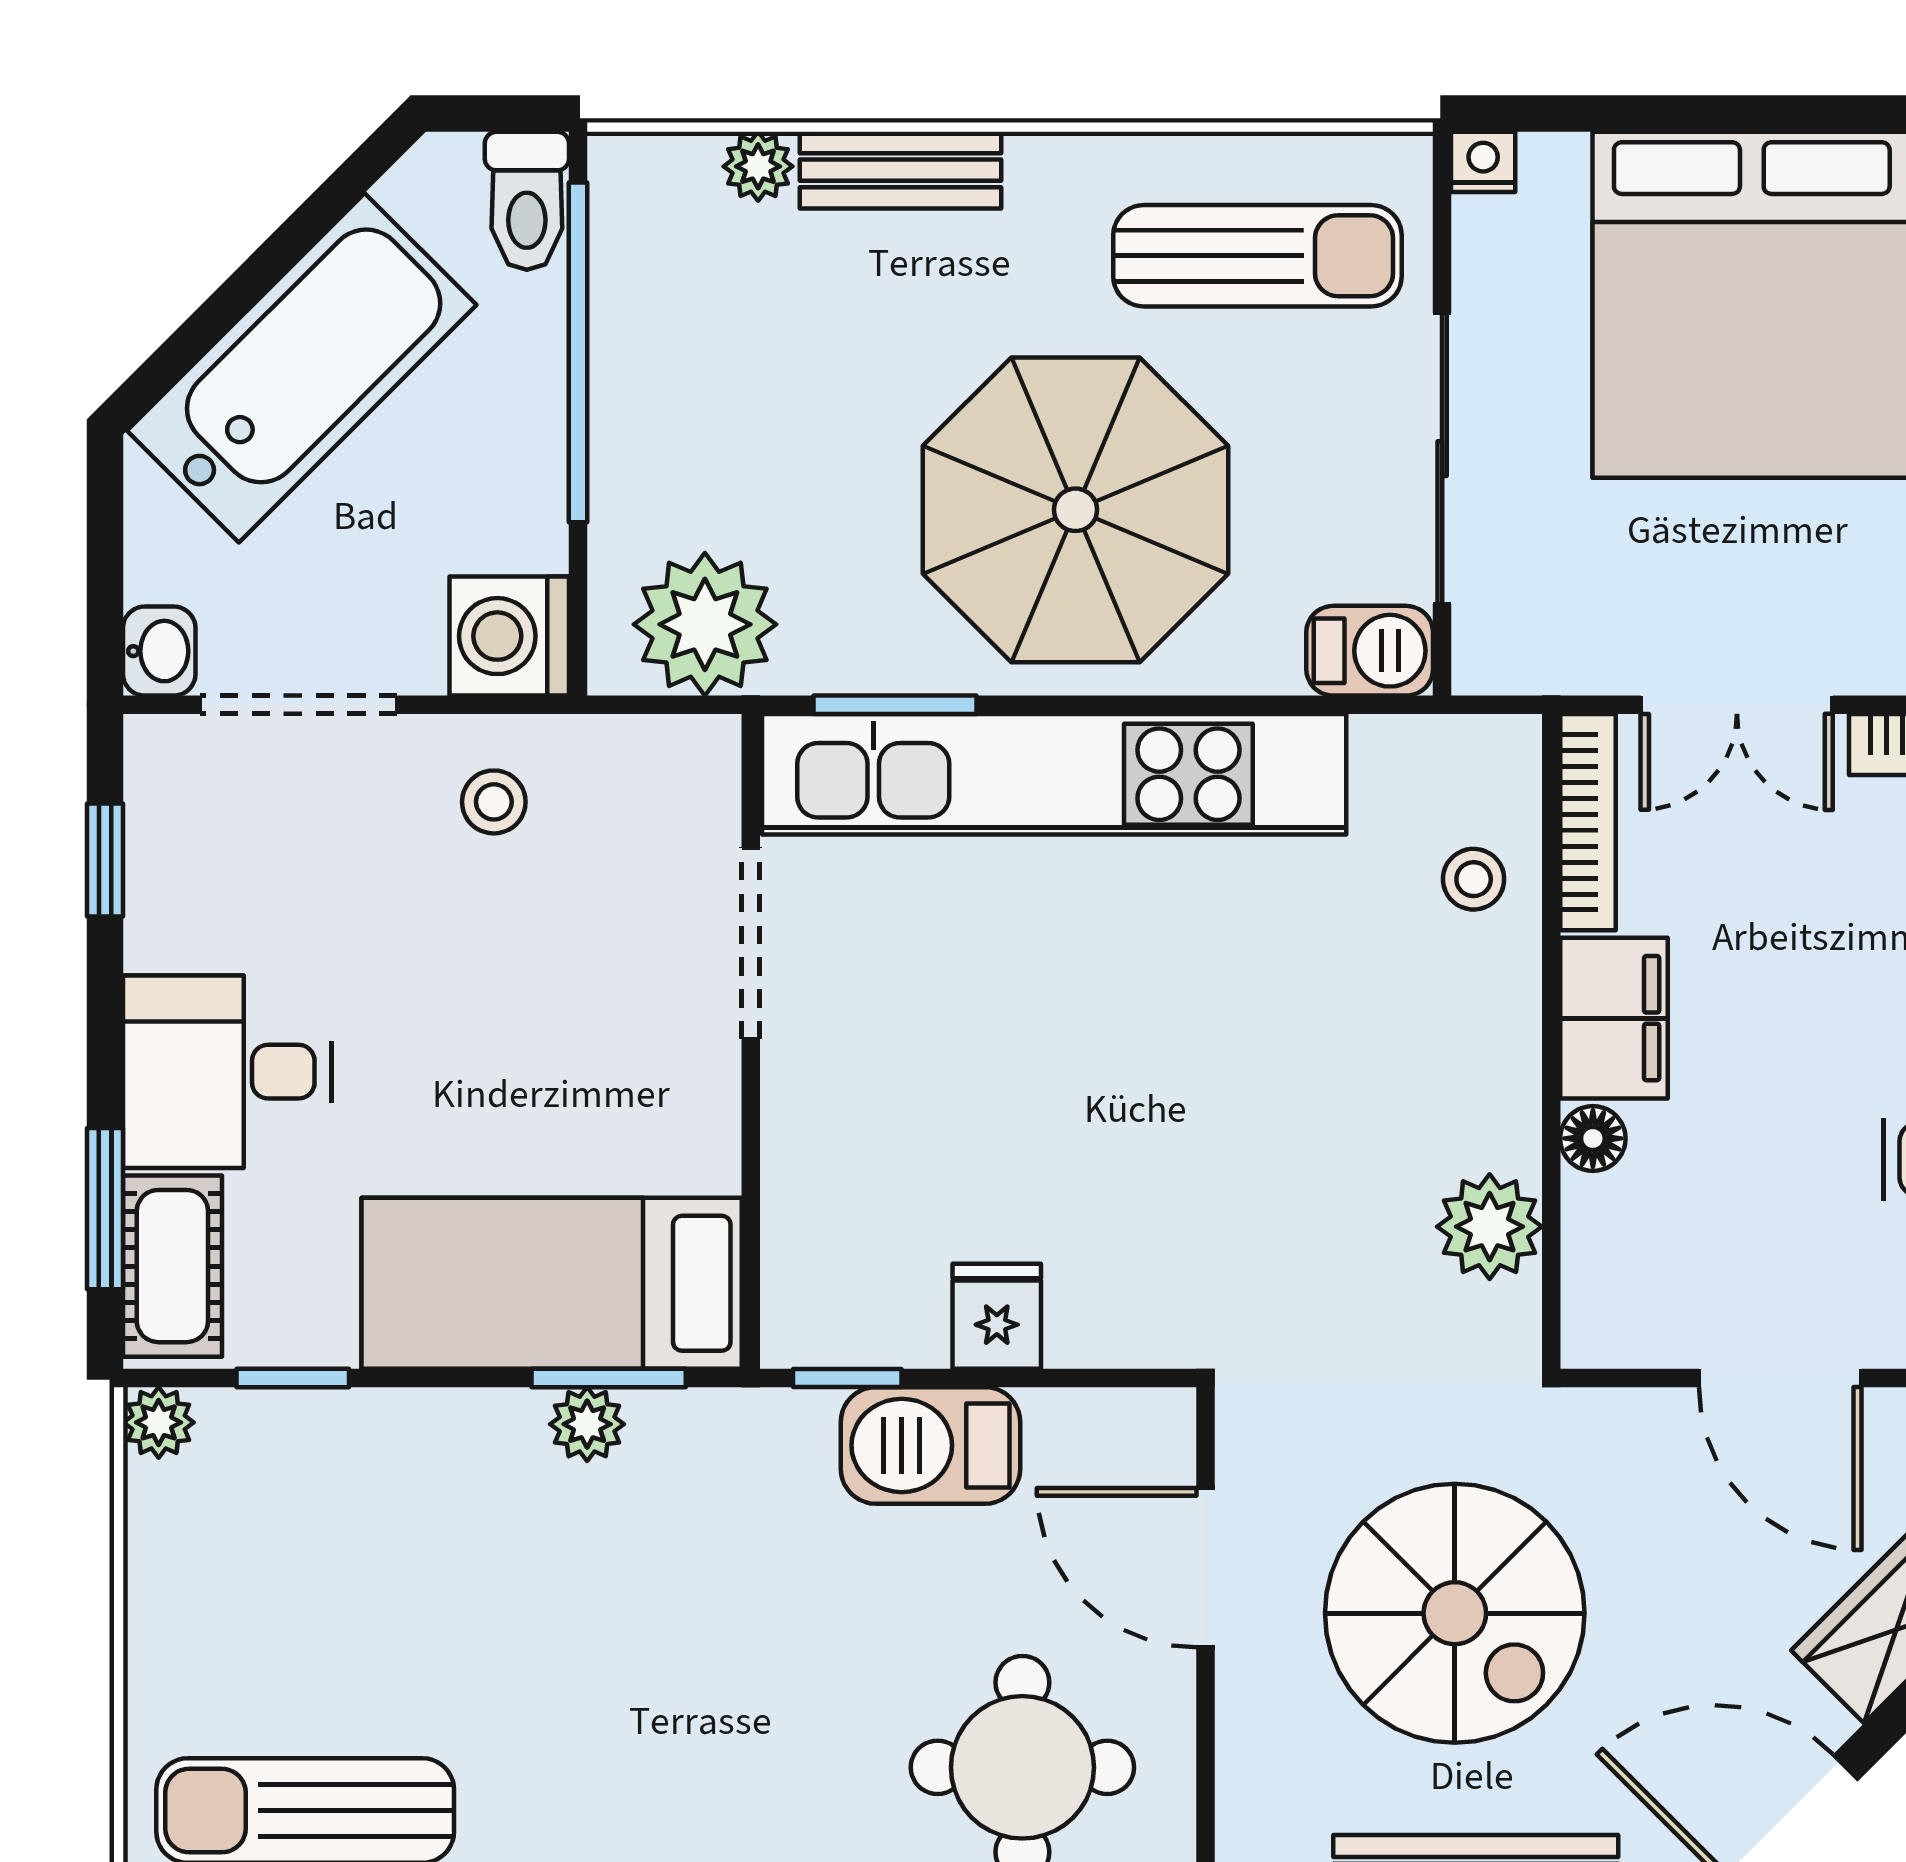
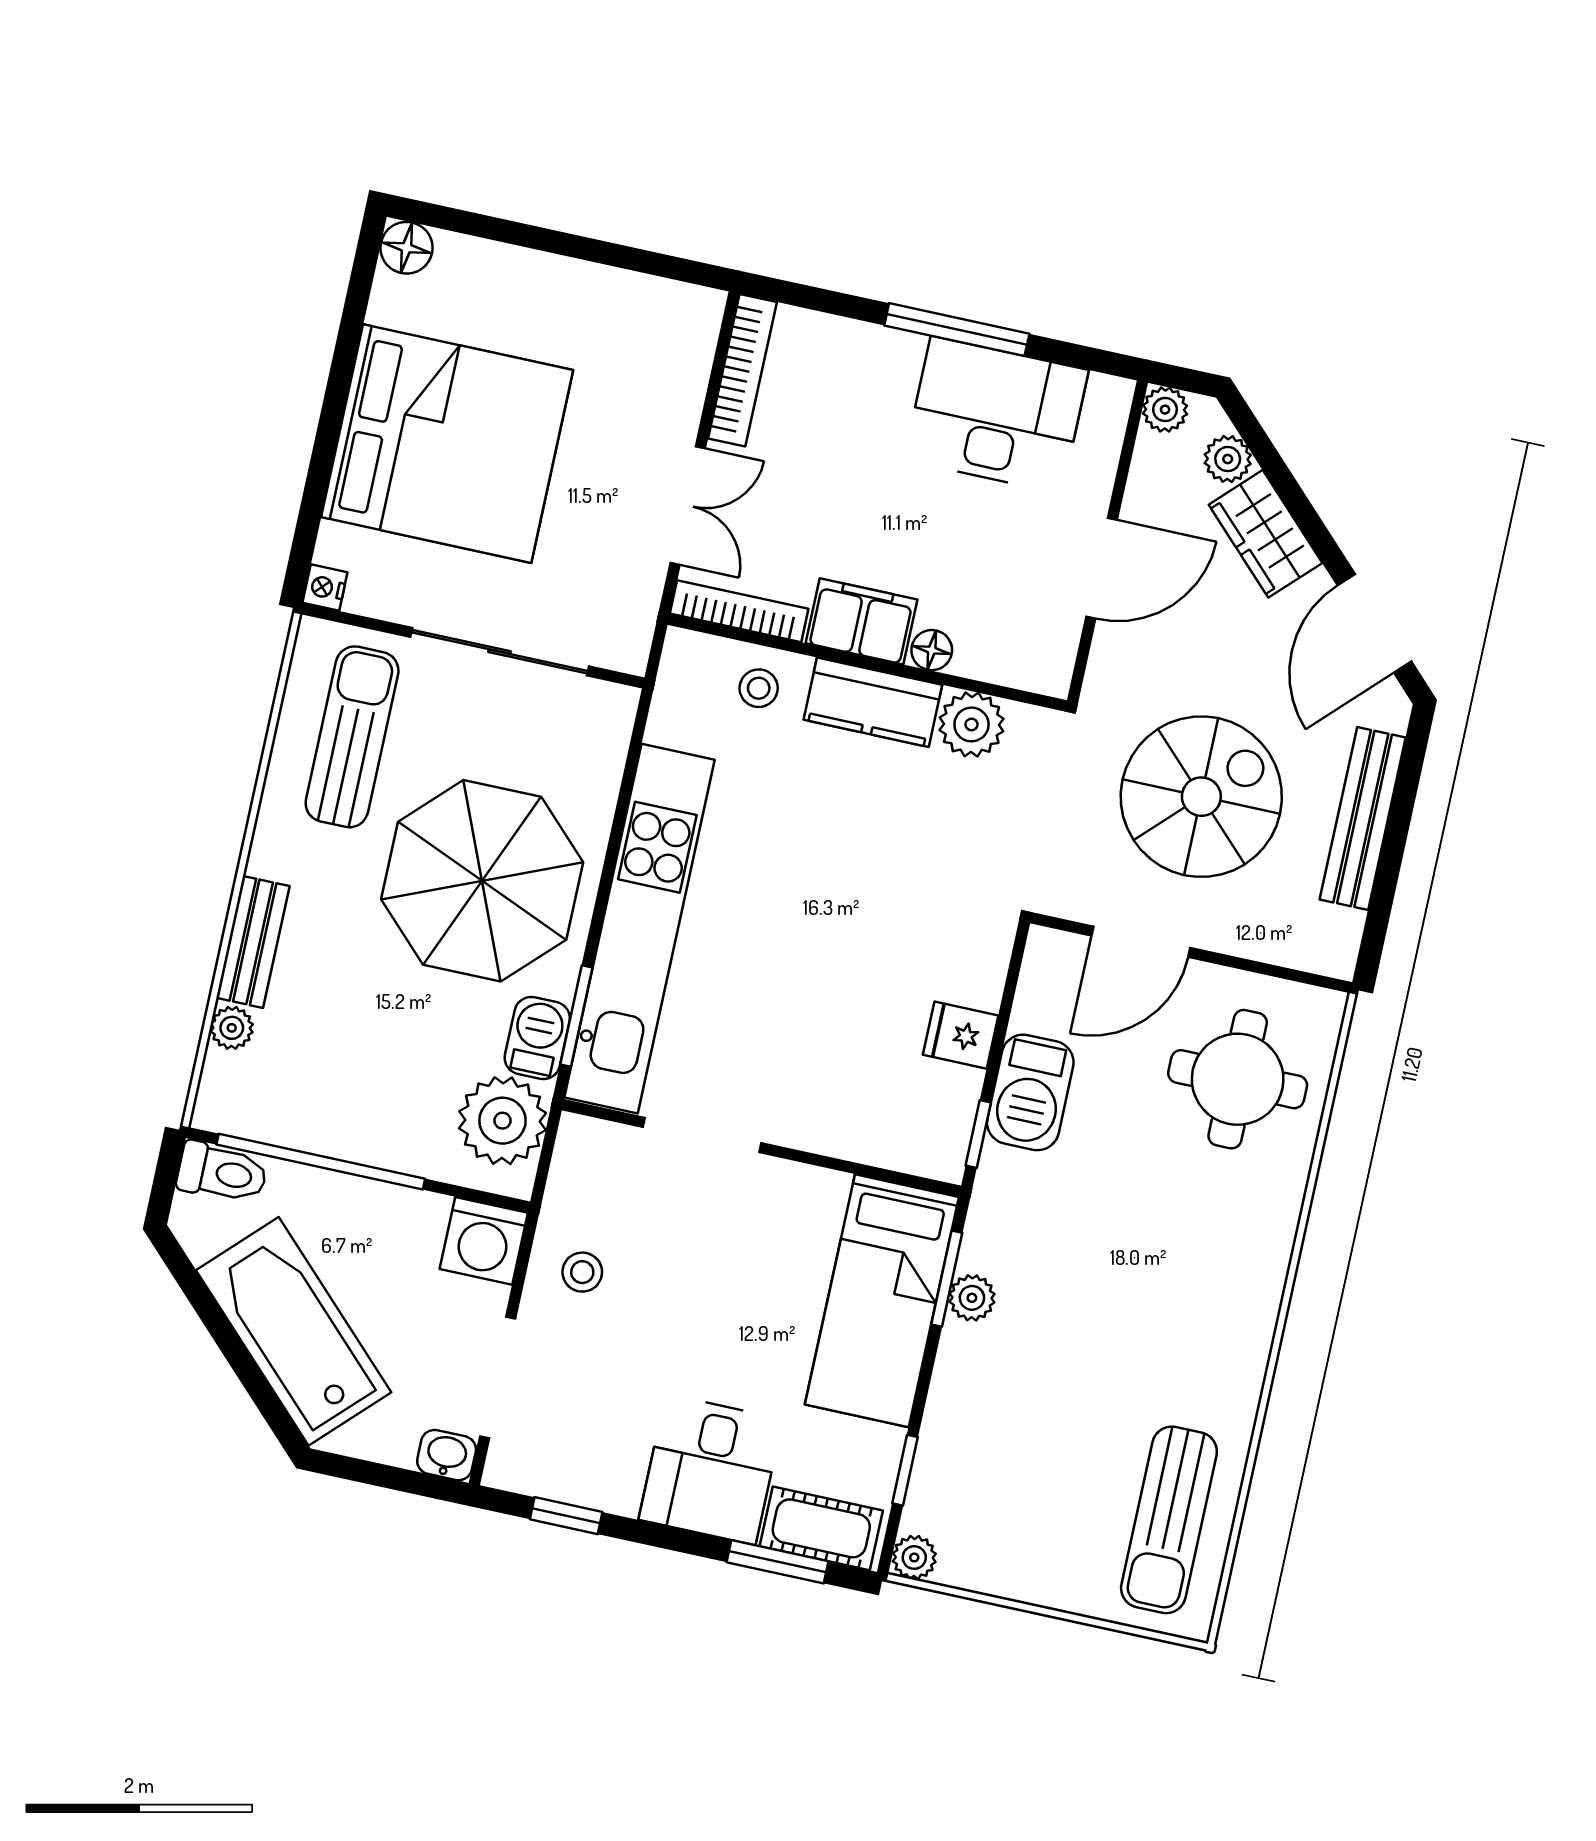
barbecue: (1370, 651) -> (537, 1038), moved
kitchen counter: (1491, 1064) -> (873, 702), added

